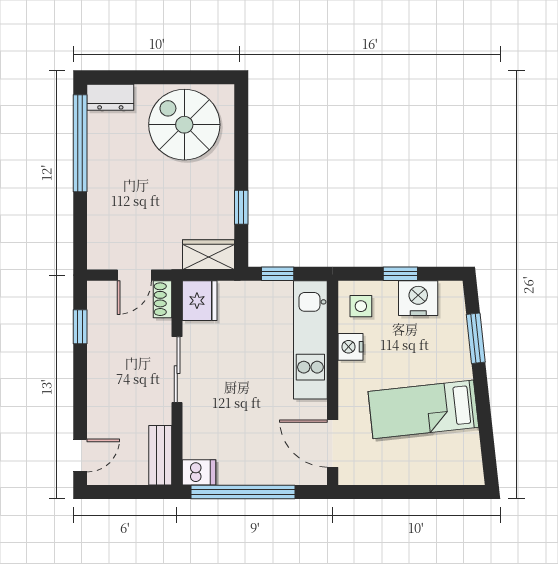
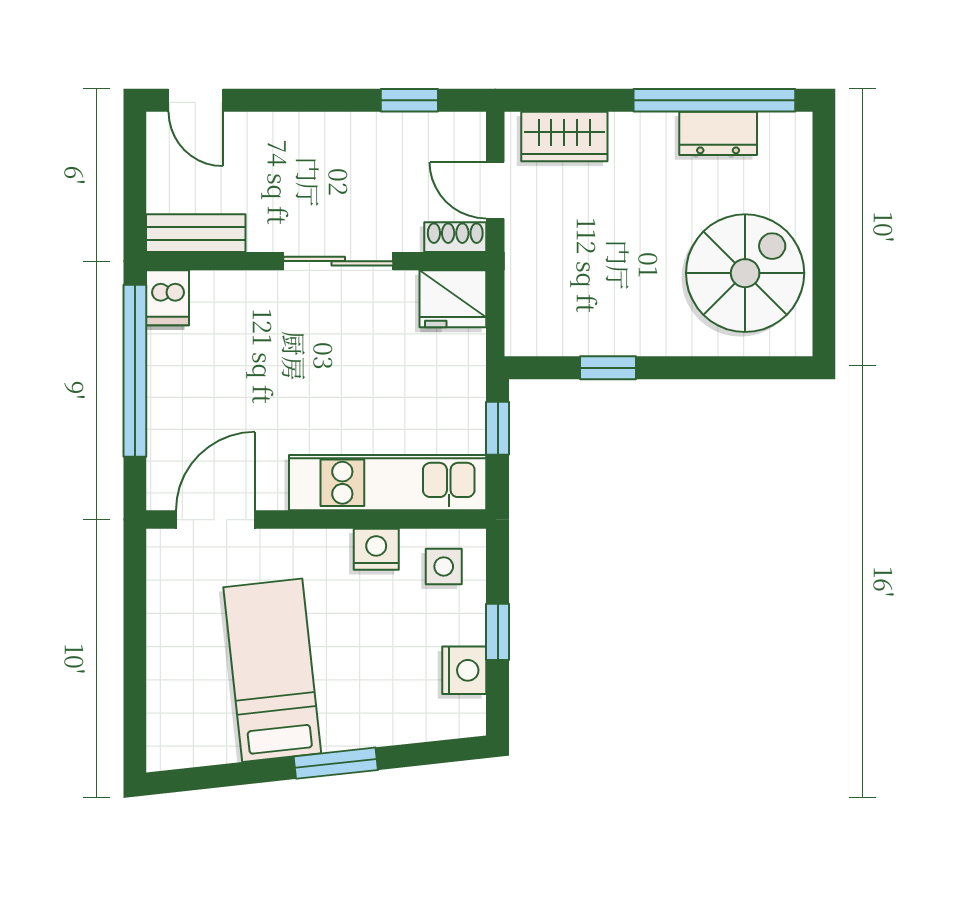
dresser: (110, 97) -> (718, 133), moved, turned -90
wardrobe: (208, 255) -> (564, 136), moved, turned 90
nightstand: (418, 298) -> (464, 670), width x0.74, depth x0.75
window: (476, 338) -> (336, 763), moved

